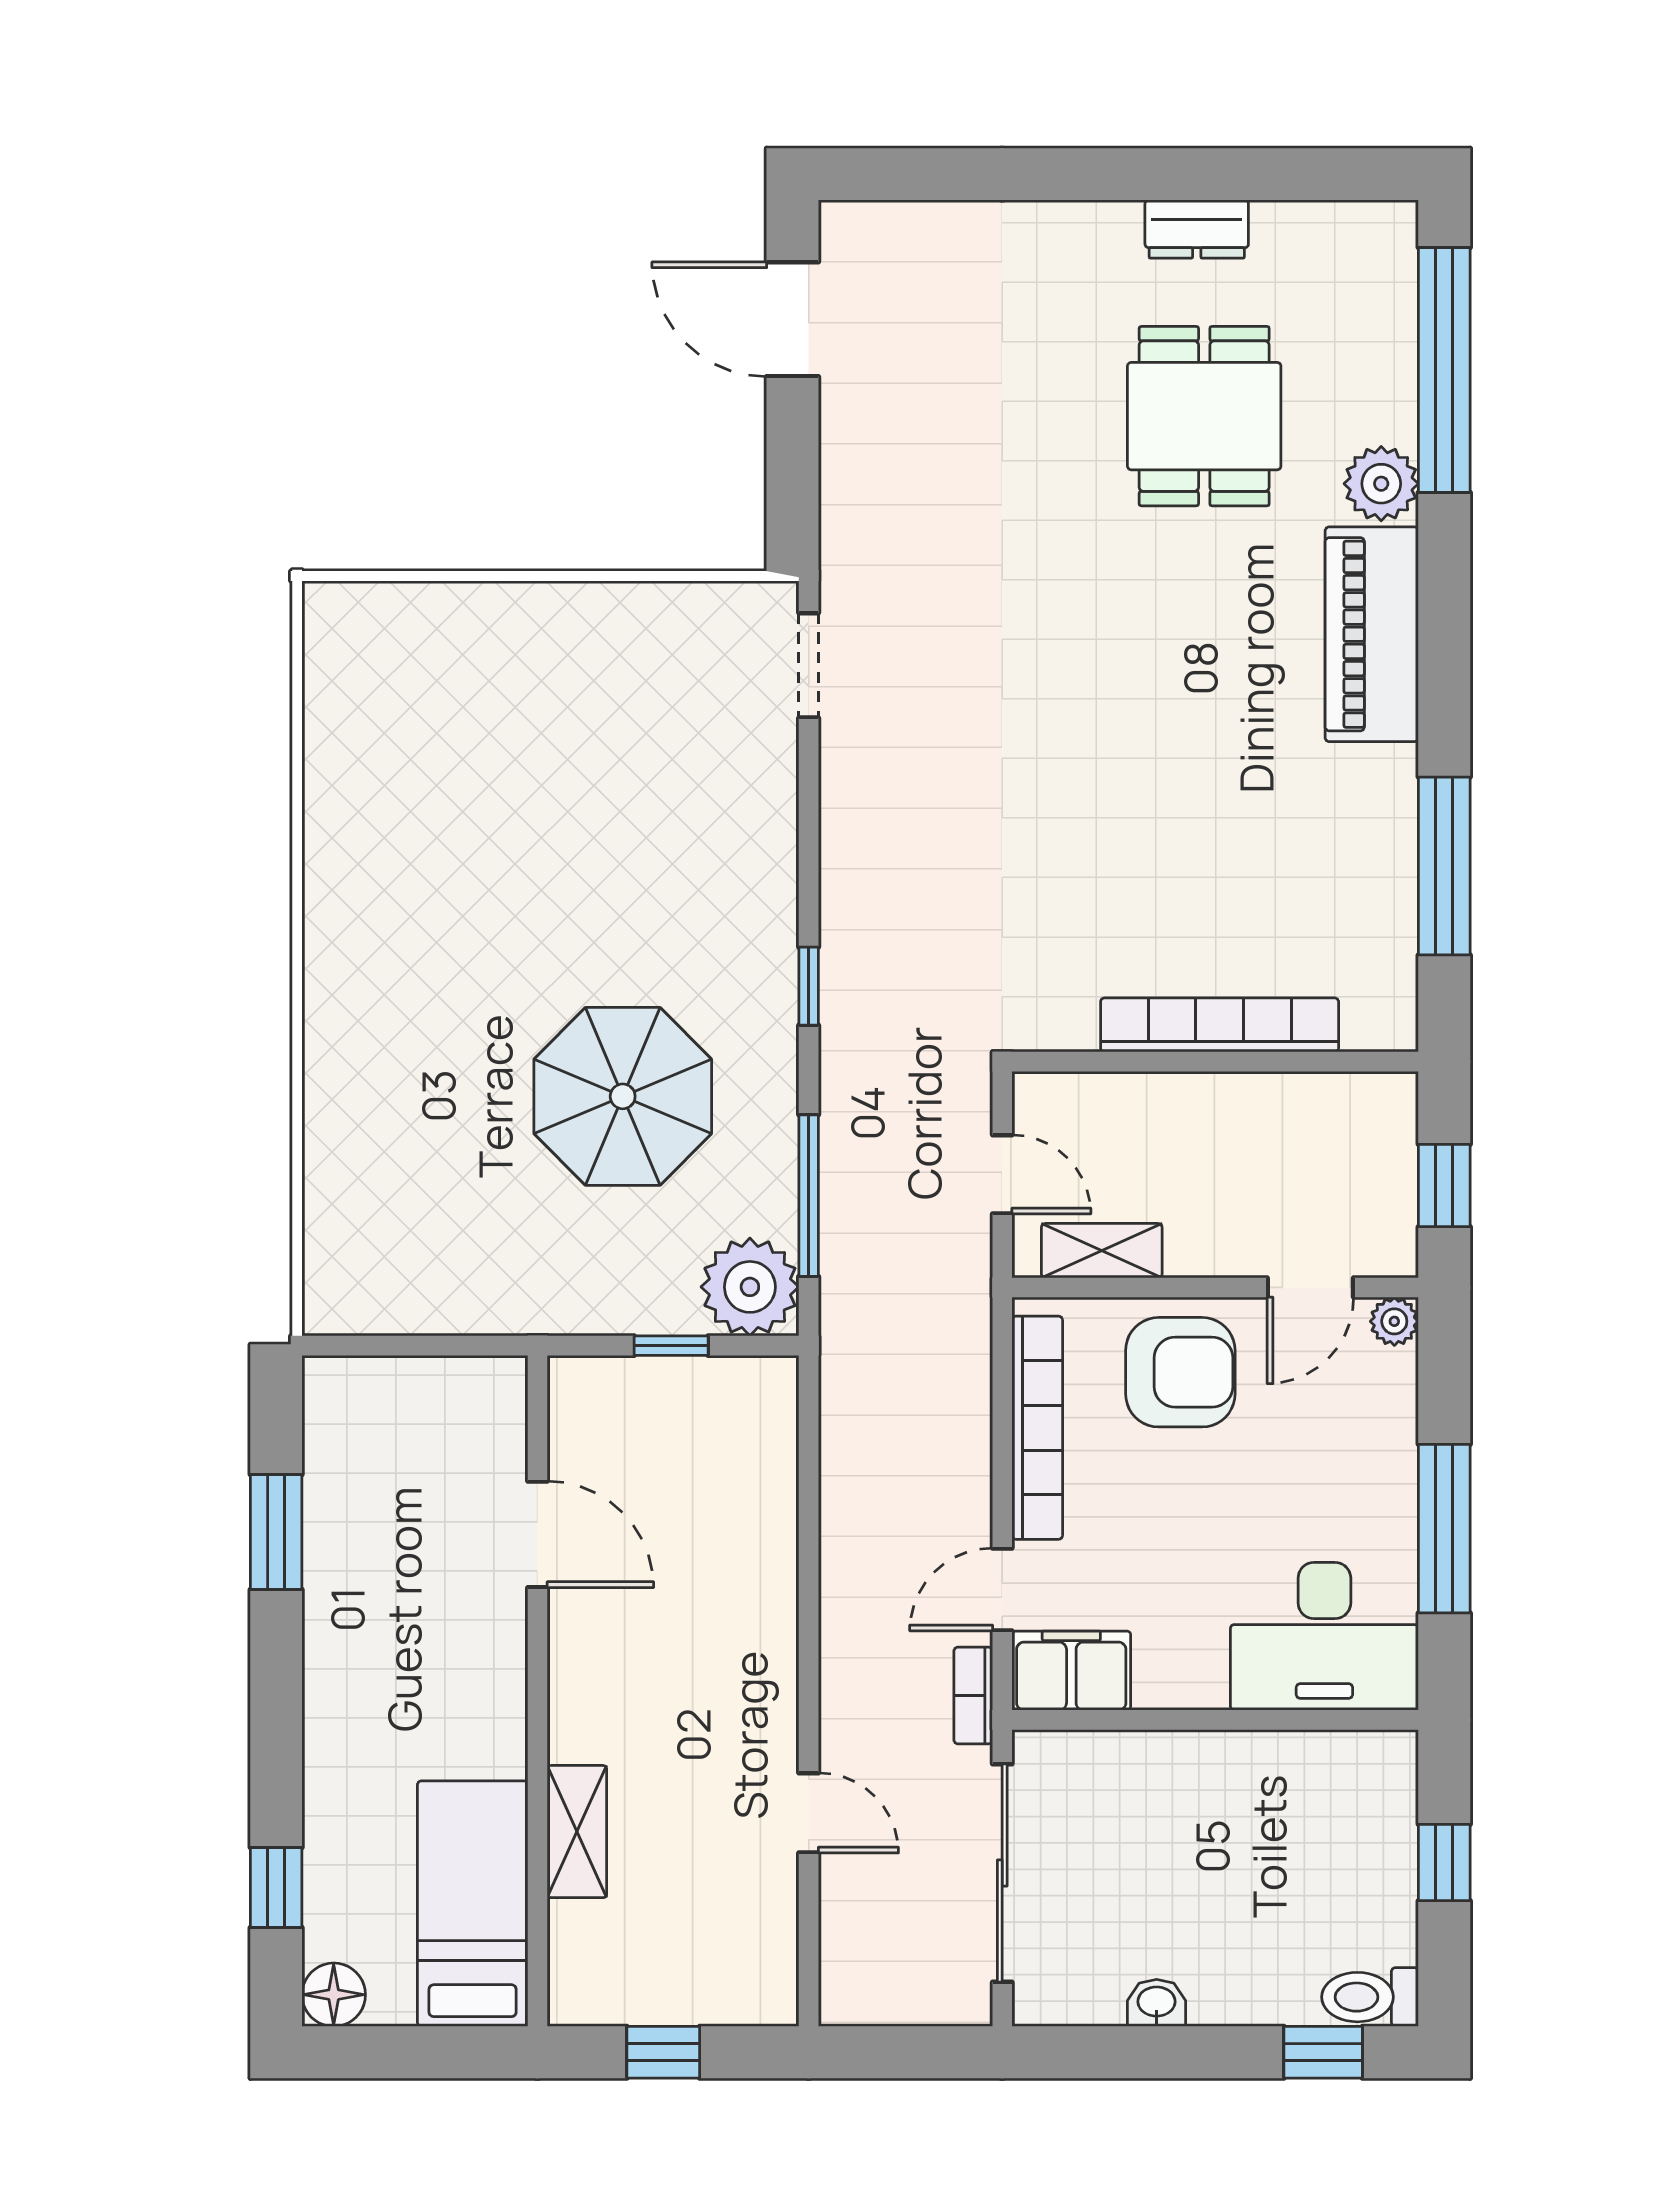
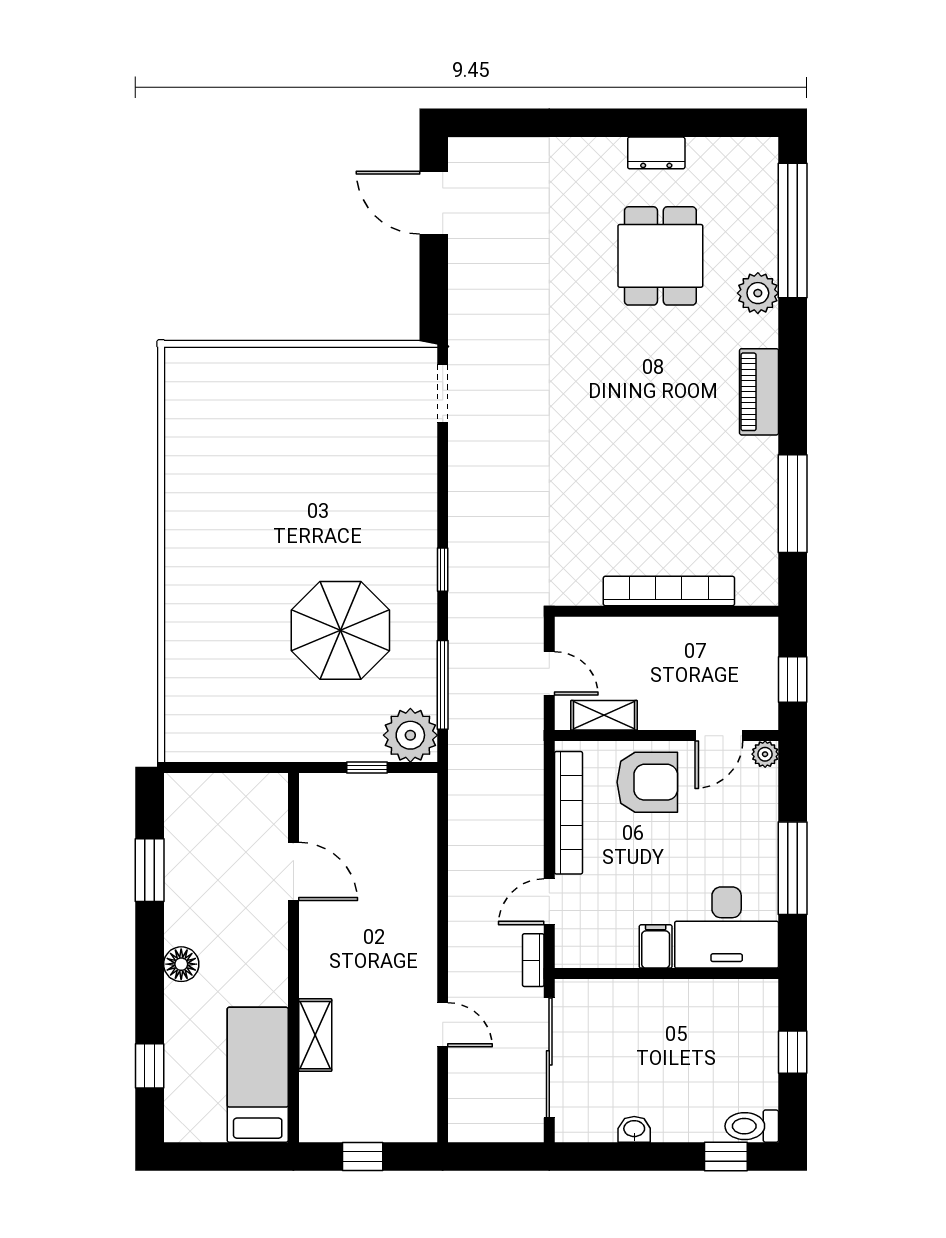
piano: (1372, 634) -> (759, 392), width x0.73, depth x0.75
filing cabinet: (1071, 1671) -> (656, 946), moved, width x0.50
floor lamp: (334, 1995) -> (181, 964), moved

